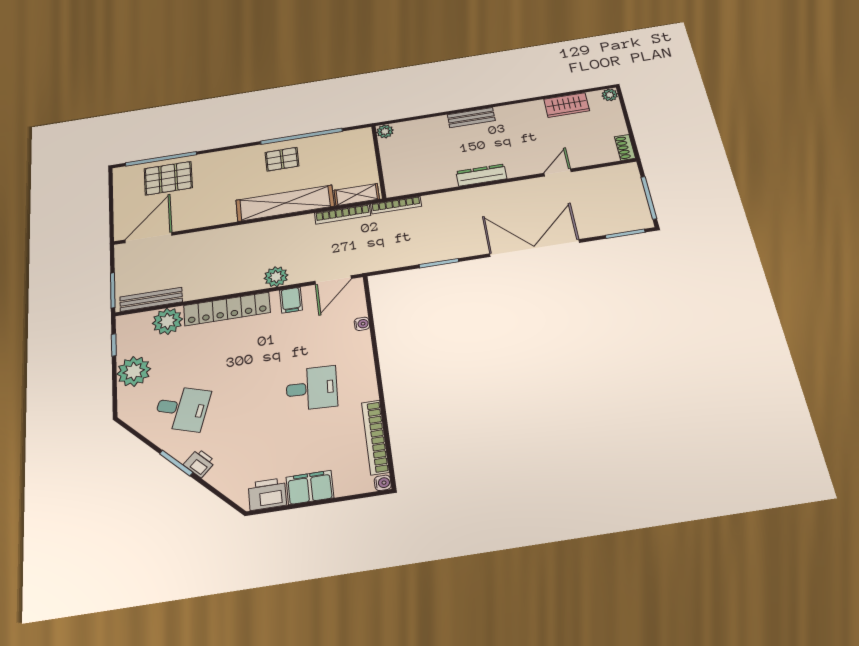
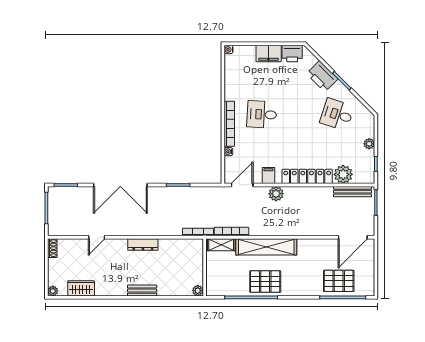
pallet: (282, 159) -> (265, 282), width x1.50, depth x1.42
plant: (134, 371) -> (369, 144), width x0.53, depth x0.53
bookcase: (375, 437) -> (229, 124), moved
printer: (199, 463) -> (322, 76), width x1.87, depth x1.48

